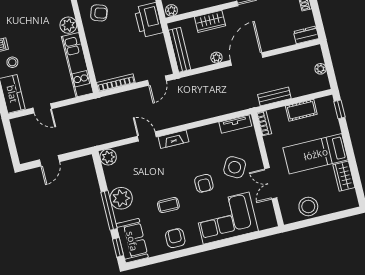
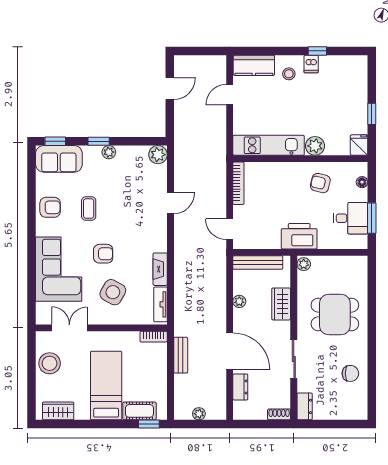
armchair: (99, 13) -> (320, 183), turned 86
dresser: (306, 35) -> (240, 387), moved
door: (247, 59) -> (230, 351), moved
cot: (301, 110) -> (139, 411), moved, turned 90
fireplace: (173, 139) -> (160, 269), moved
door: (49, 161) -> (170, 89), swing flipped
wardrobe: (344, 176) -> (58, 411), moved
armchair: (204, 183) -> (103, 254), turned 180
double door: (271, 183) -> (69, 328), moved
plant: (121, 198) -> (109, 152), width x0.53, depth x0.53
window: (109, 210) -> (99, 141), width x0.46

